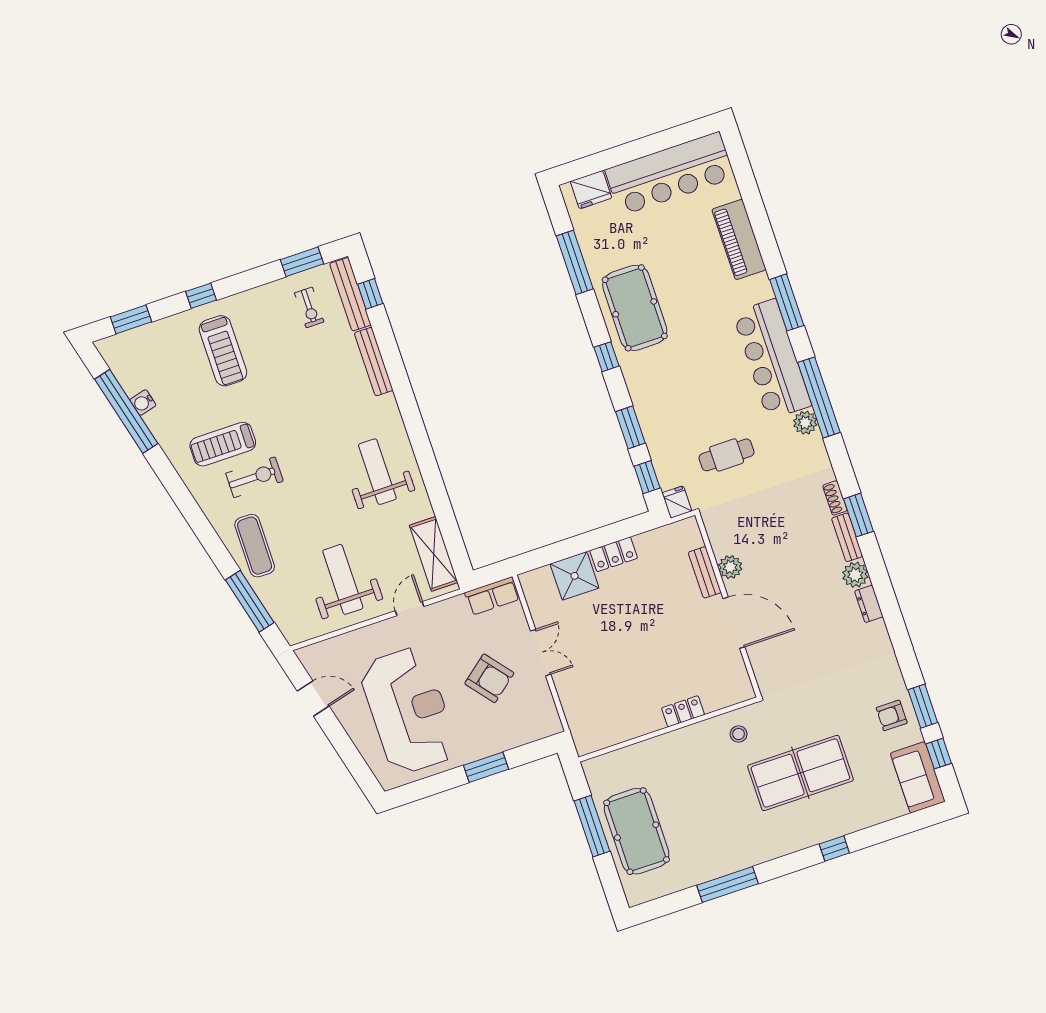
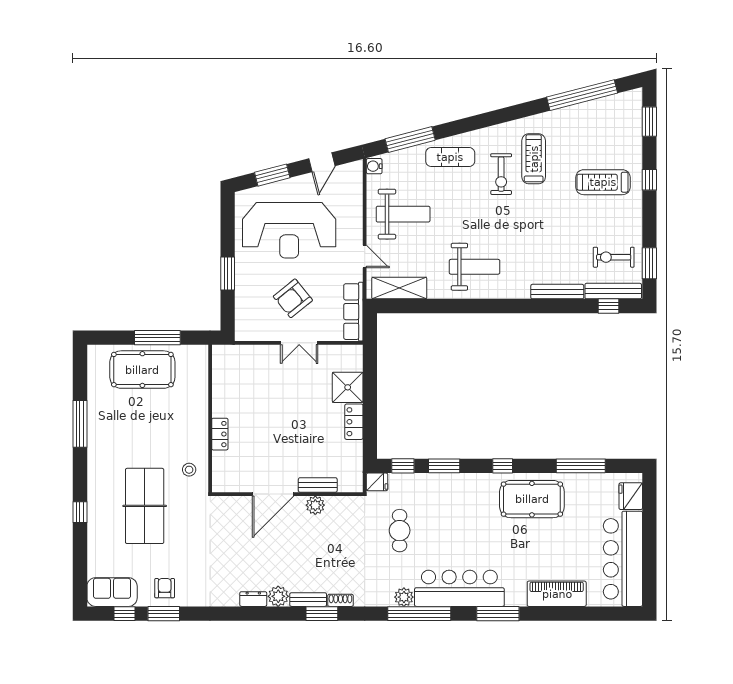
exercise bike: (309, 307) -> (614, 257), width x1.38, depth x1.39
water cooler: (143, 403) -> (374, 166), moved, turned -76
row of seats: (492, 596) -> (353, 312), width x1.48
window: (349, 753) -> (272, 175), added

